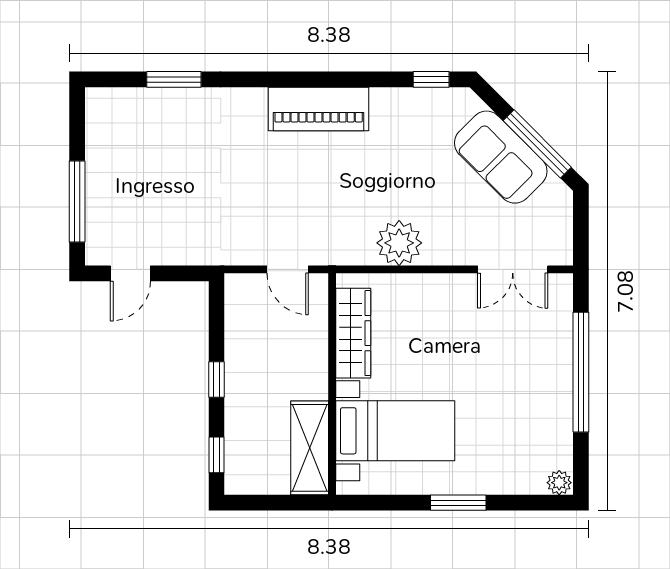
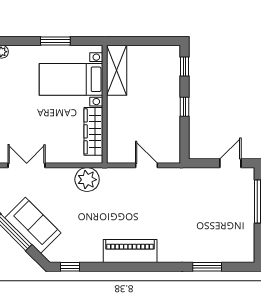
wardrobe: (353, 333) -> (93, 131), moved
wall: (332, 384) -> (105, 104), moved
bed with nightstands: (395, 431) -> (71, 79), moved
shelving: (310, 448) -> (117, 70), moved

